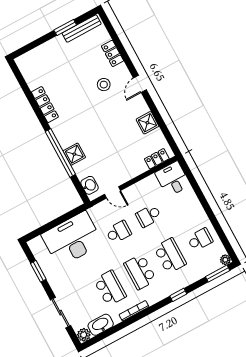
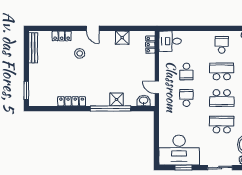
window: (65, 27) -> (26, 90), moved
door: (112, 192) -> (157, 87), swing flipped
desk: (72, 239) -> (179, 150), moved, turned -90

